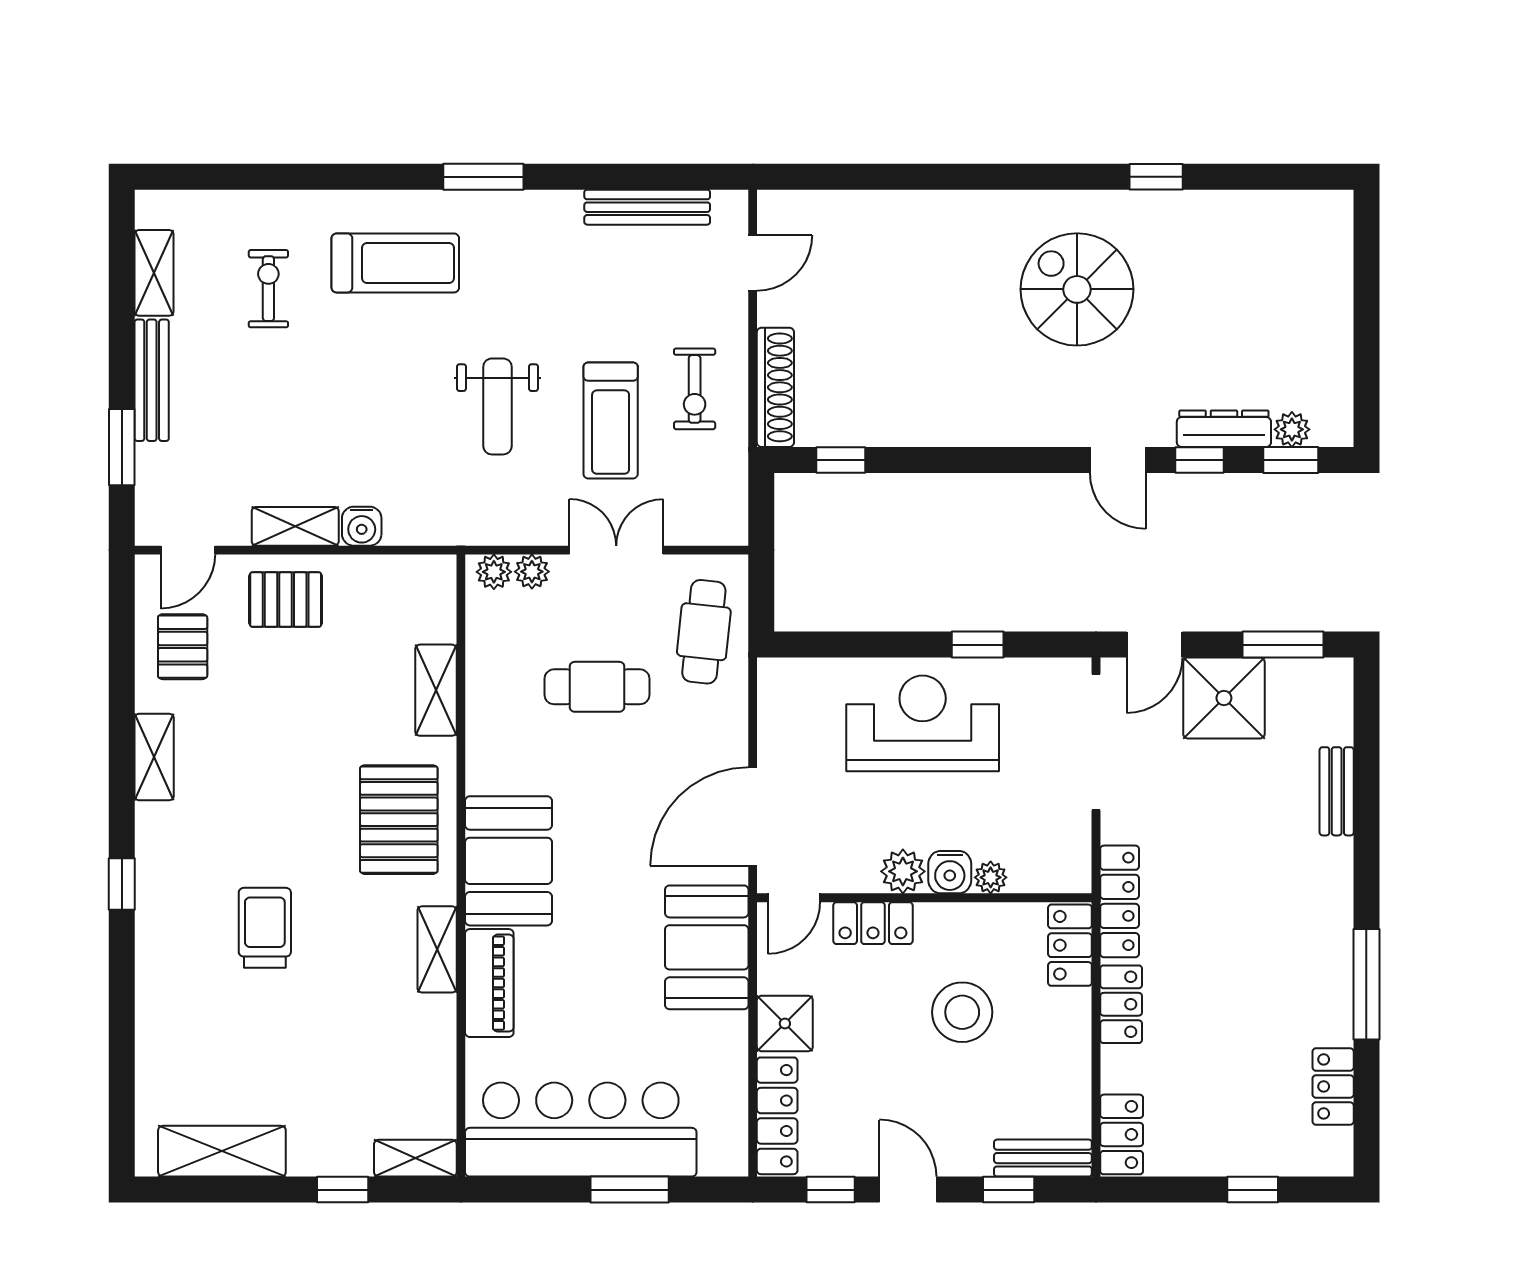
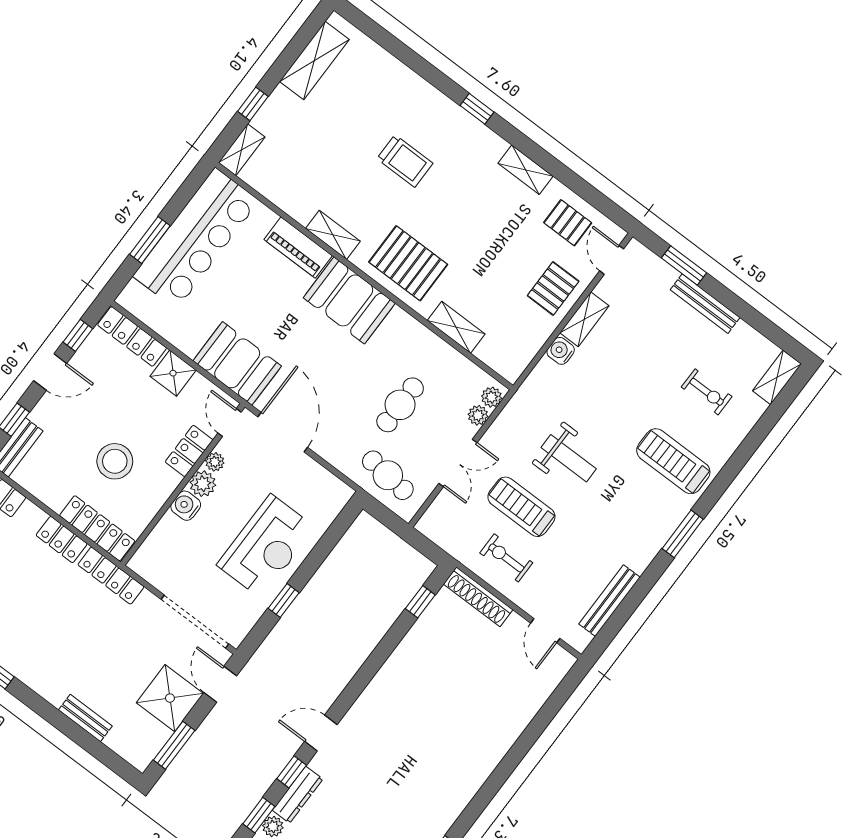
treadmill: (395, 263) -> (673, 461), turned 90
shelving: (154, 273) -> (777, 377), moved, turned 90
spiral stairs: (1077, 289) -> (416, 775), removed
weight bench: (497, 406) -> (569, 458), turned 180
plant: (991, 877) -> (215, 462), moved
locker: (1070, 945) -> (97, 528), width x1.53

